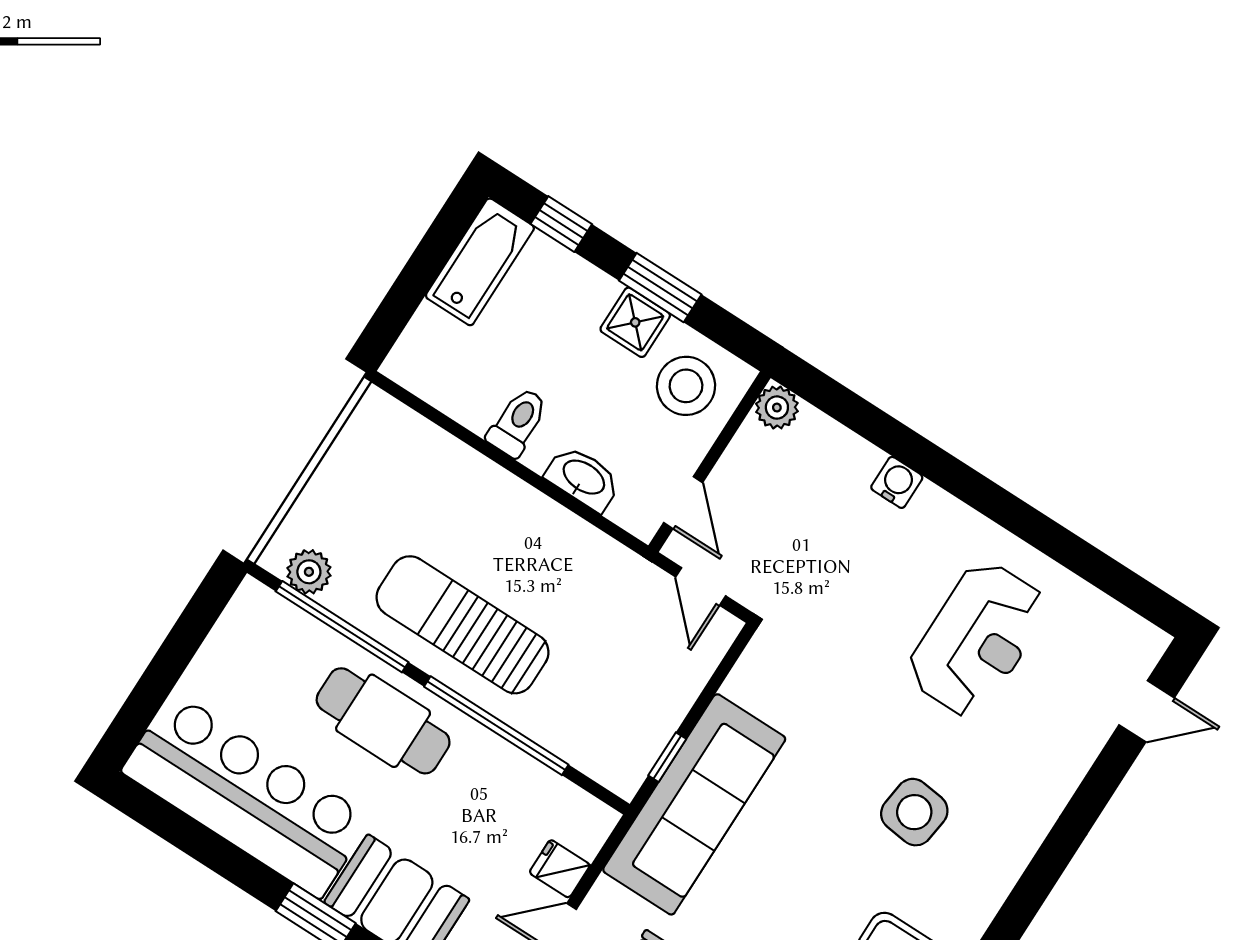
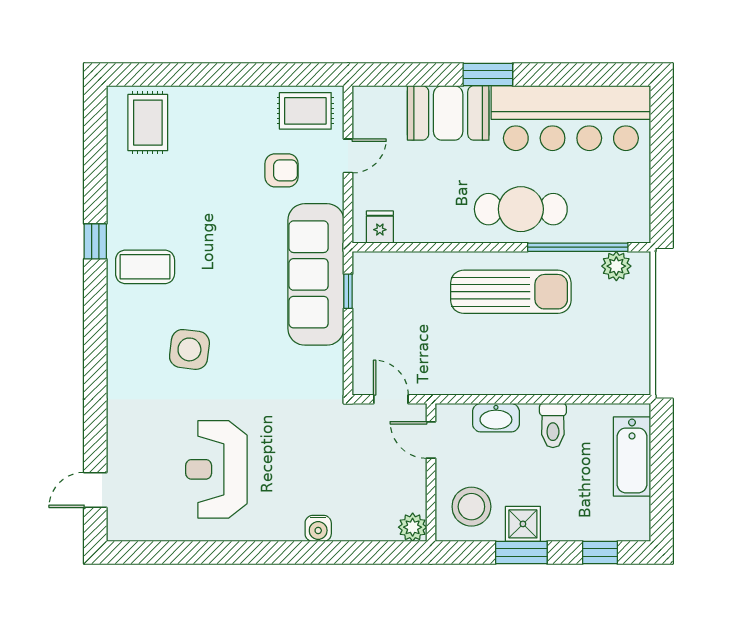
bathtub: (480, 262) -> (632, 456), moved
window: (496, 726) -> (455, 247), removed
fridge: (560, 869) -> (380, 227), moved, turned -90

